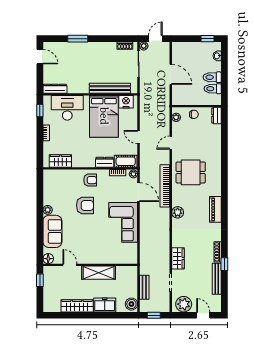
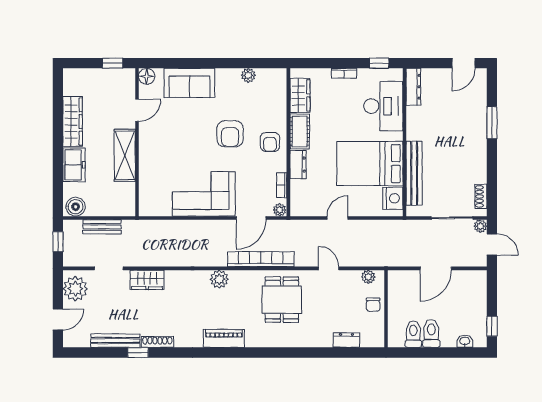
dresser: (216, 116) -> (346, 340), moved
cot: (126, 161) -> (300, 131), moved
plant: (48, 210) -> (248, 75), moved

